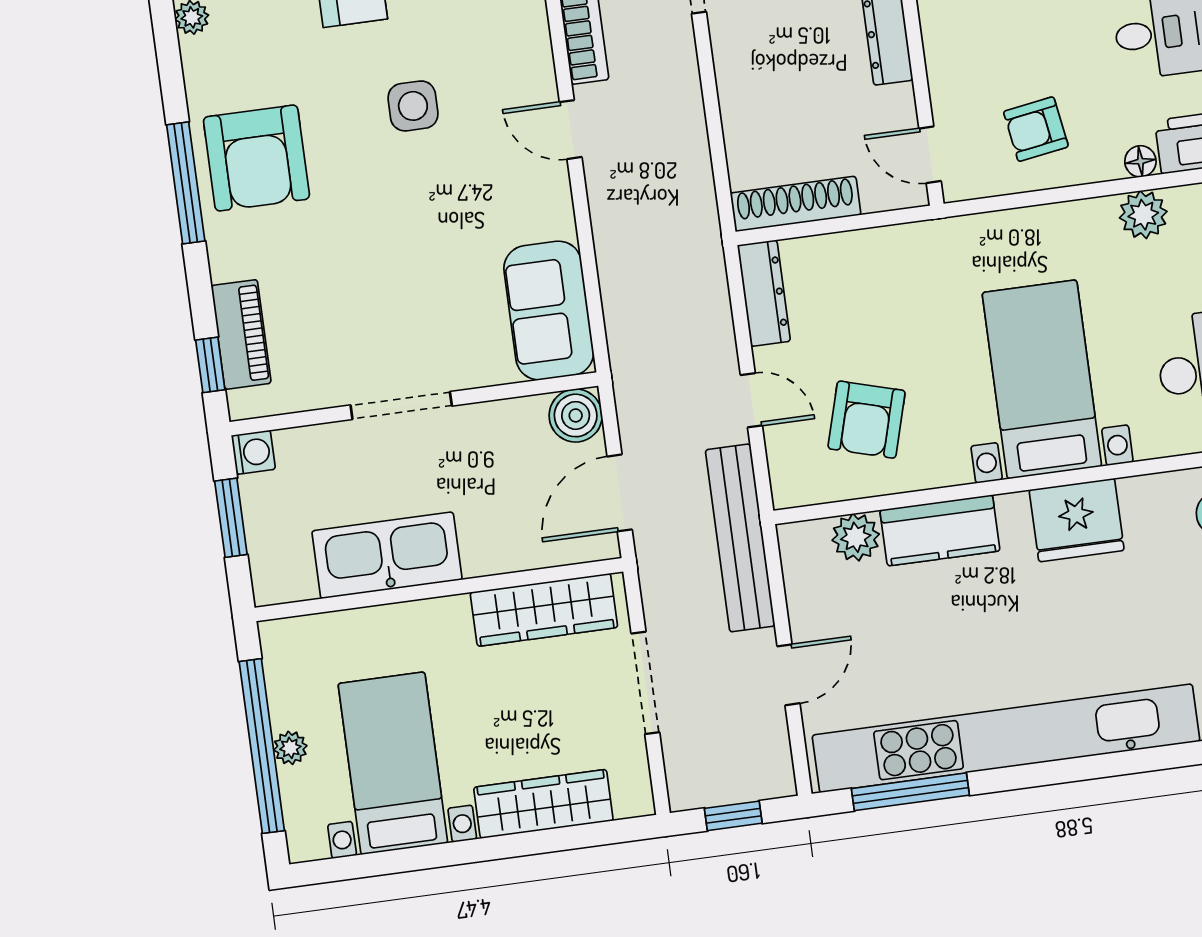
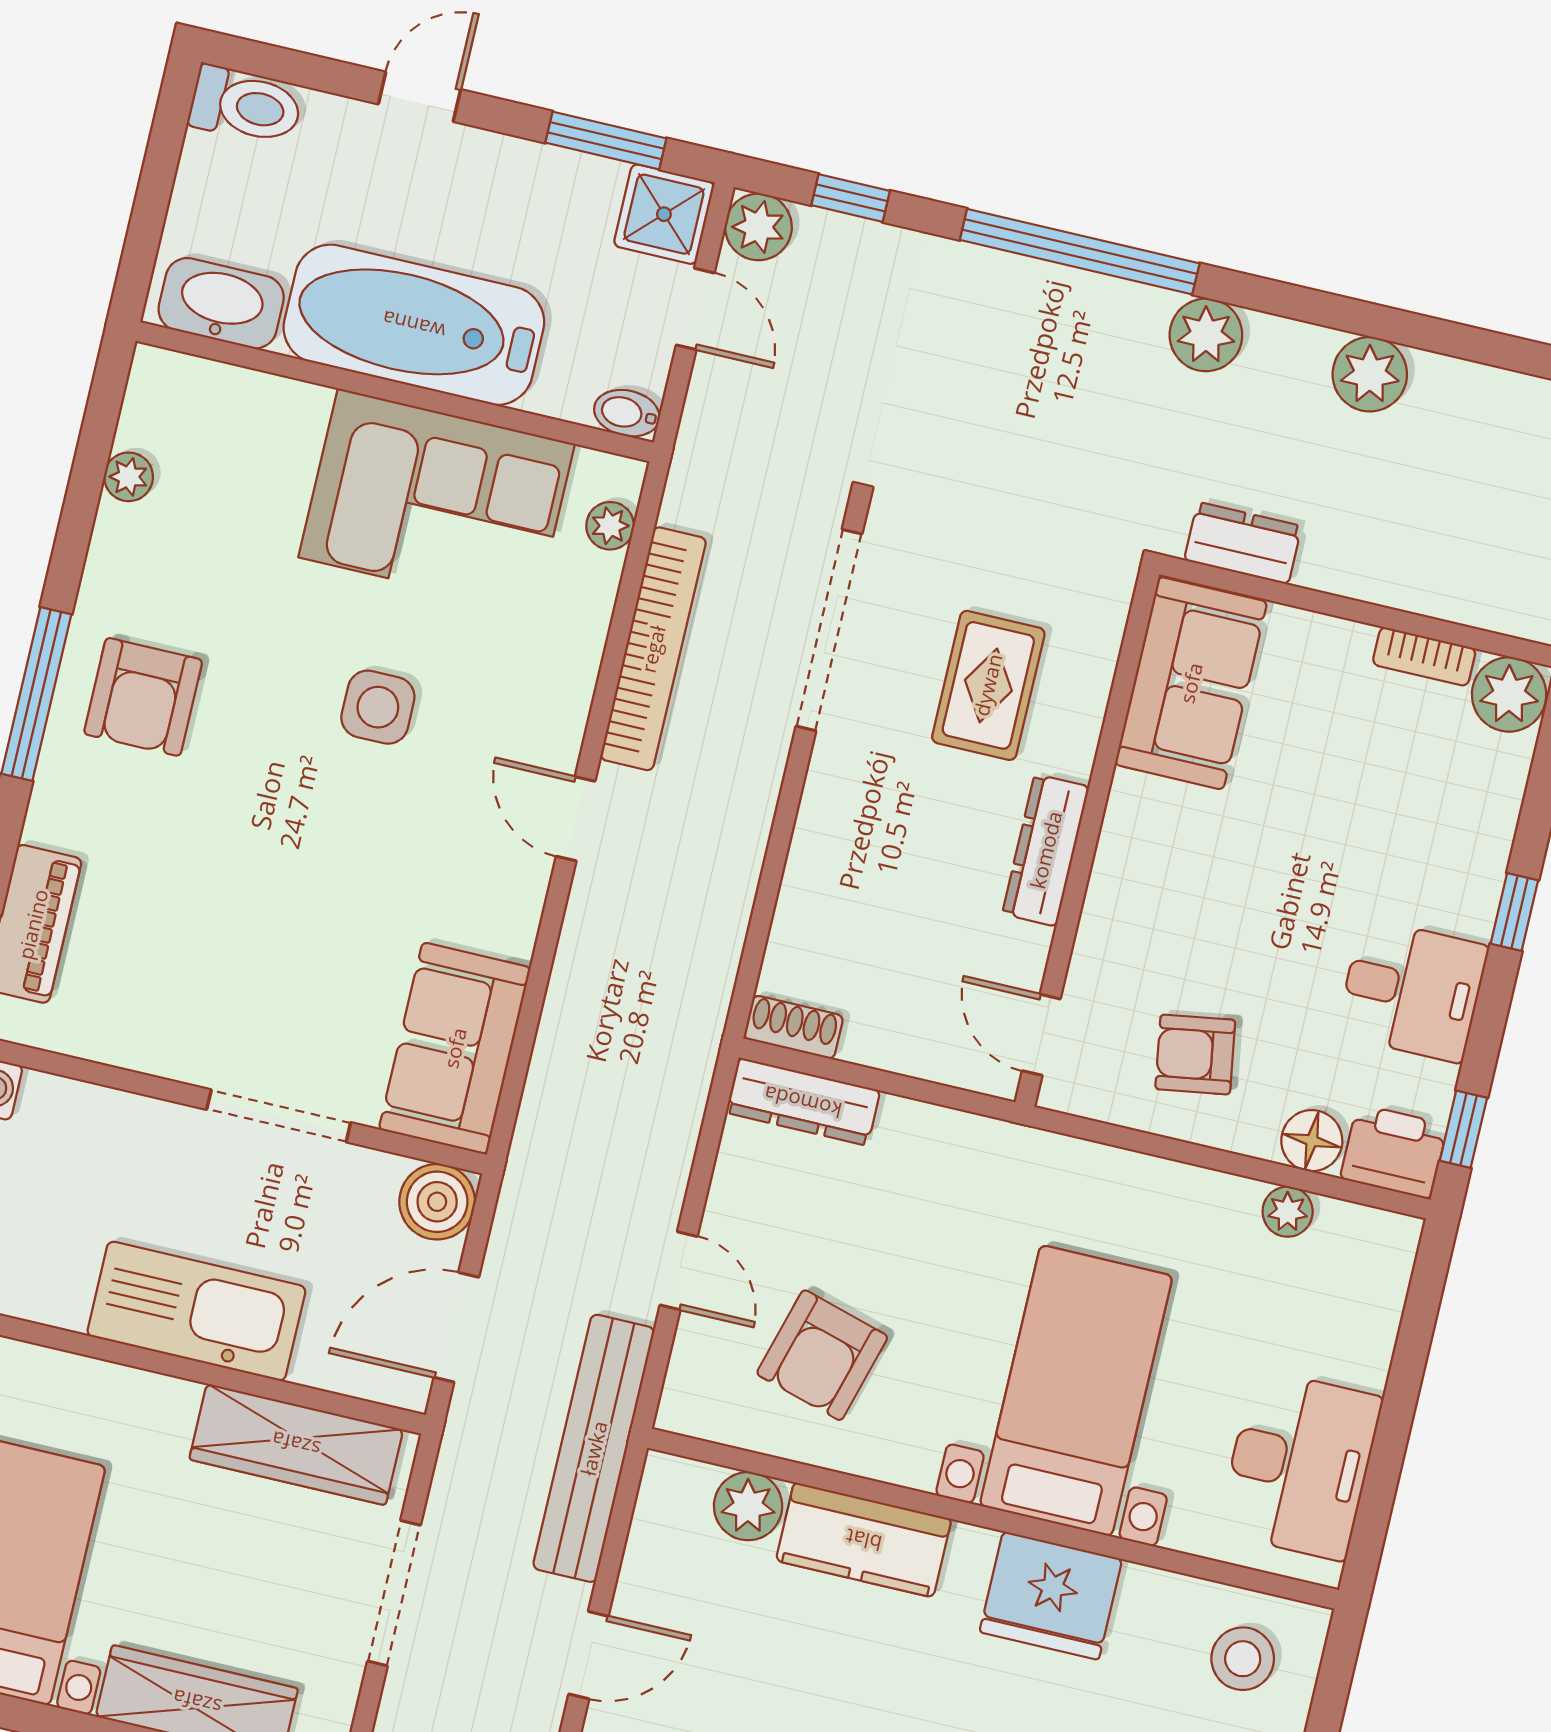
armchair: (256, 158) -> (143, 697), width x0.73, depth x0.73
floor lamp: (1140, 161) -> (1312, 1141), width x1.37, depth x1.37
shoe rack: (796, 204) -> (793, 1027), width x0.51, depth x0.81
plant: (1143, 215) -> (1288, 1212), width x0.73, depth x0.73
dresser: (764, 293) -> (803, 1102), moved, turned 90
doorway: (401, 406) -> (279, 1116), moved
kitchen sink: (387, 555) -> (196, 1311), moved

